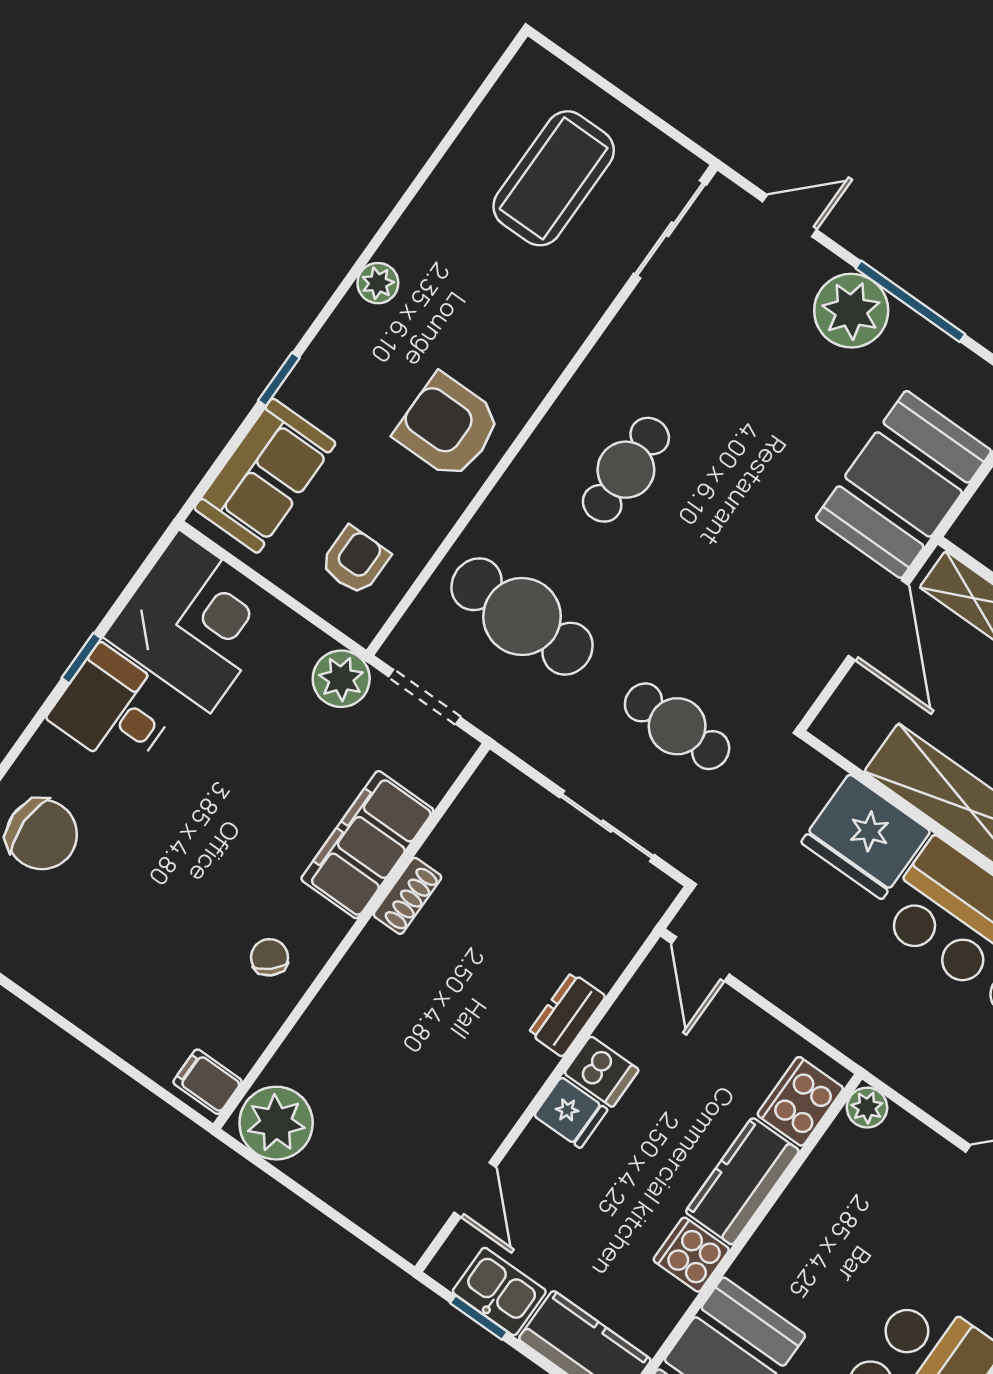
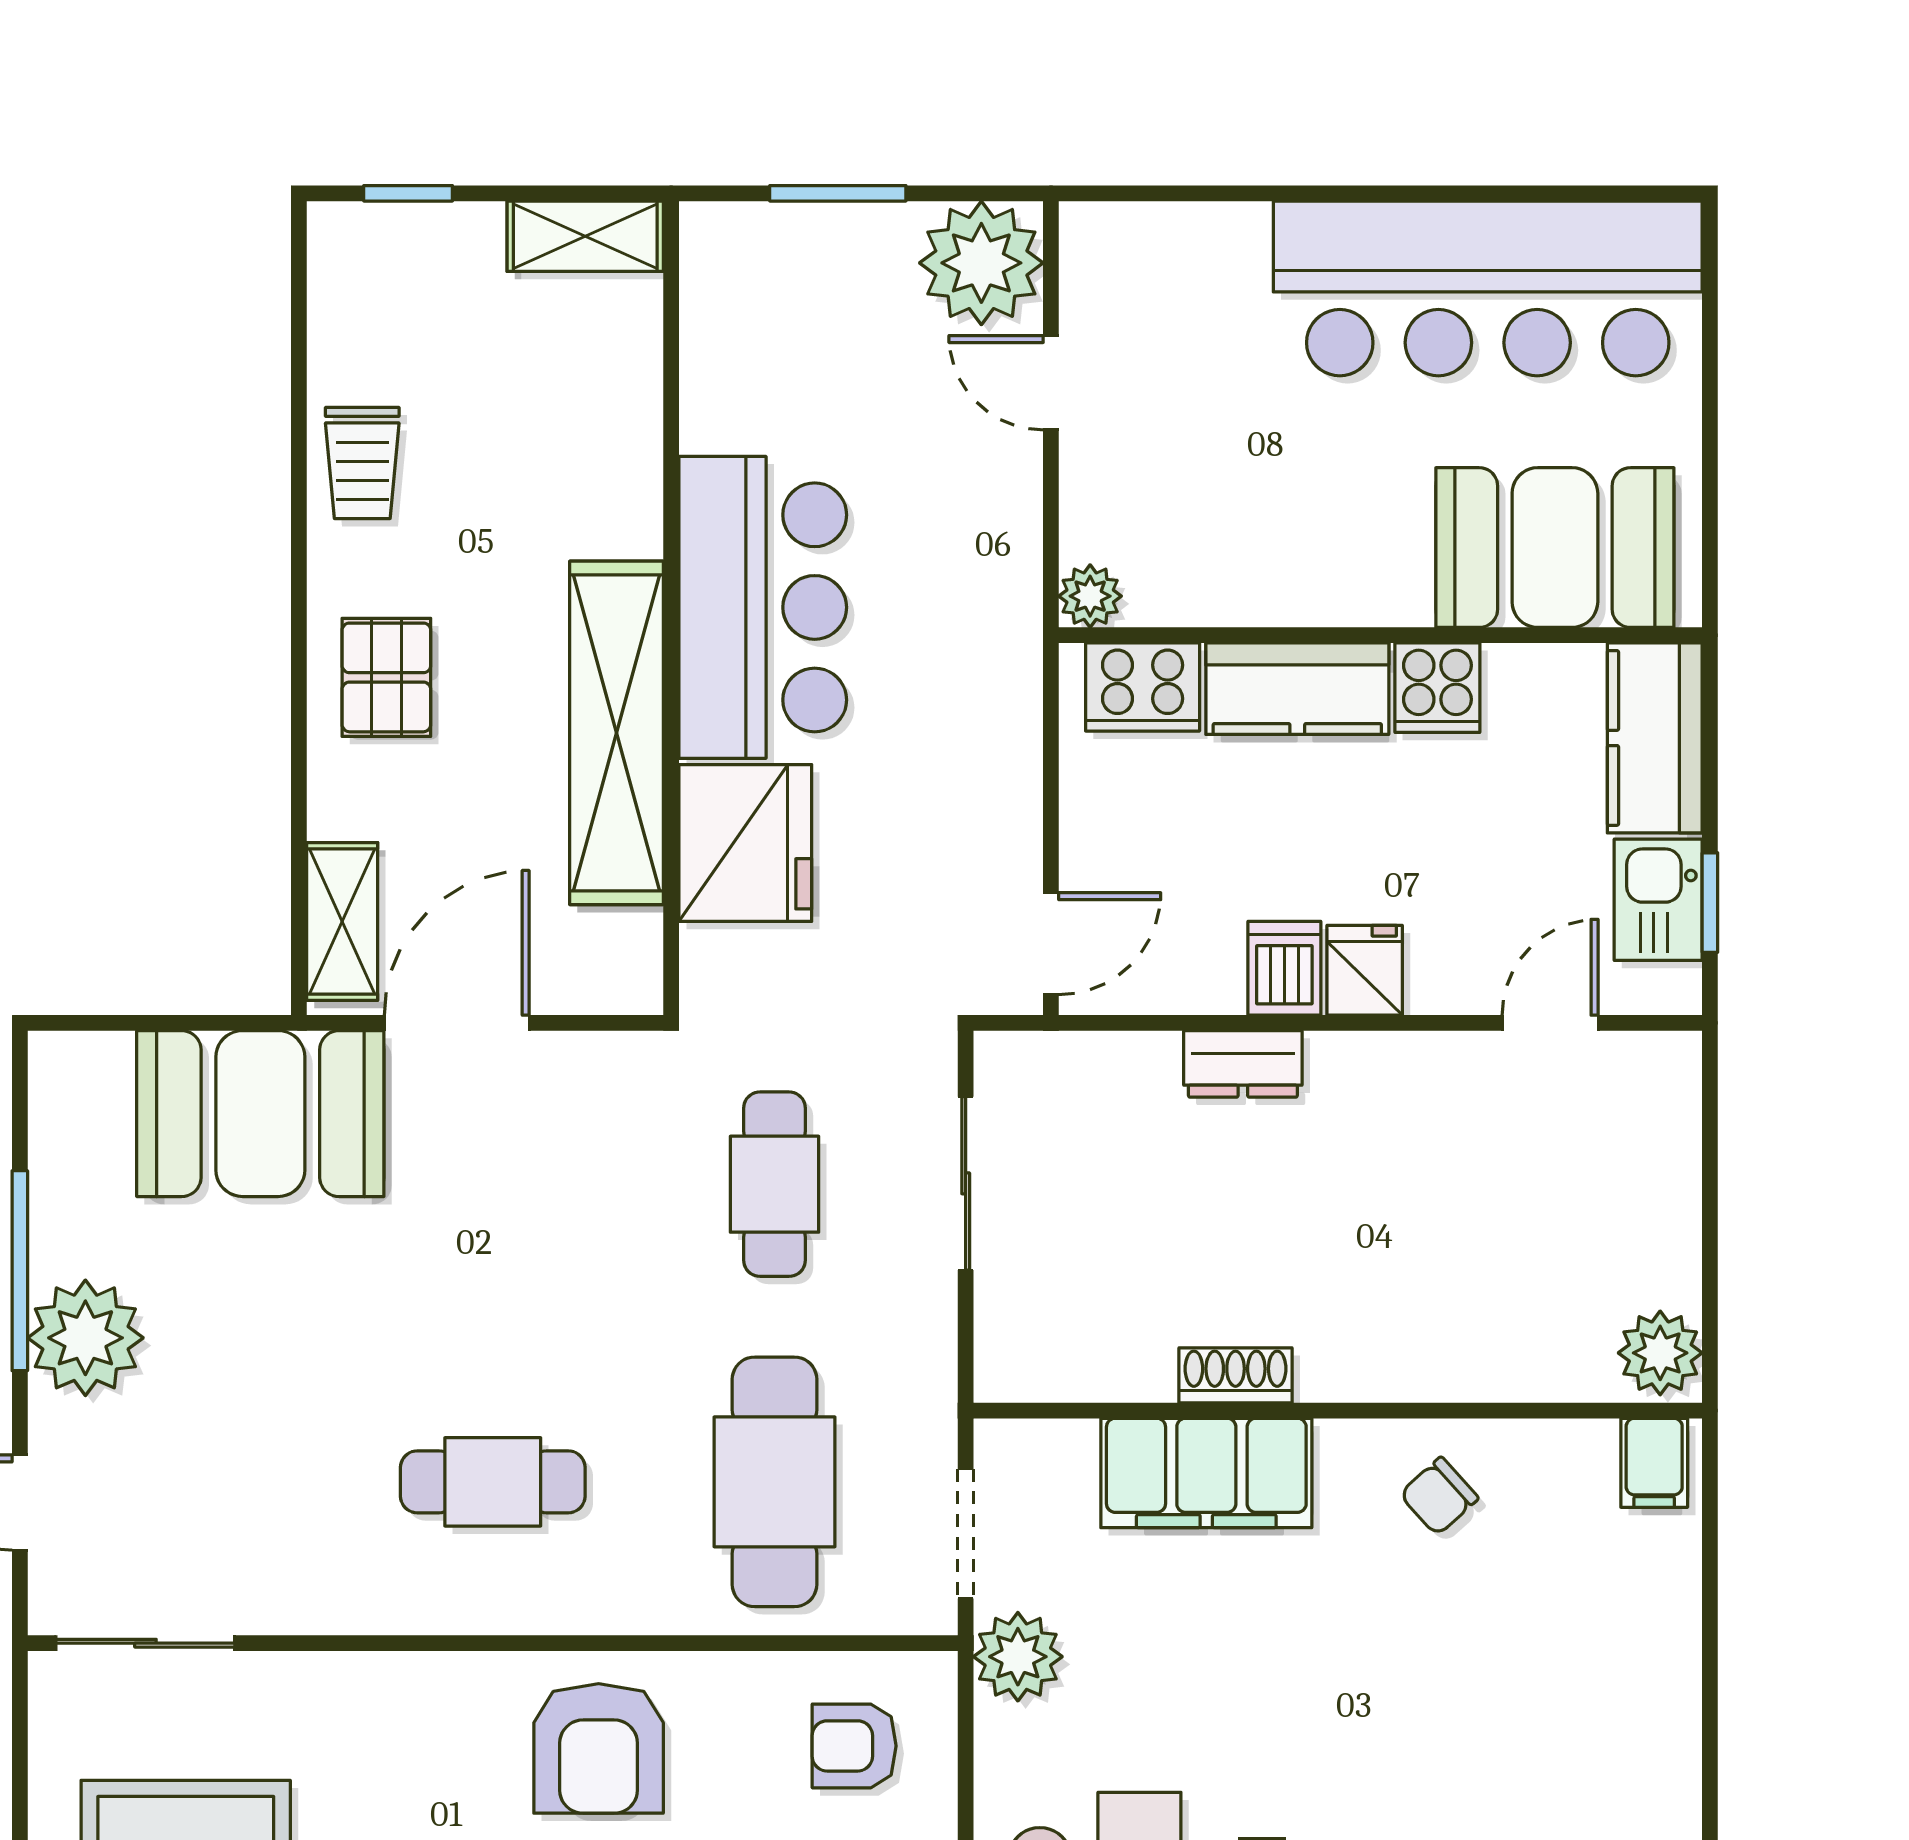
plant: (276, 1123) -> (1660, 1353), width x0.73, depth x0.73

